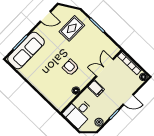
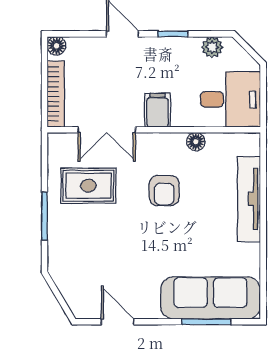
rug: (72, 28) -> (88, 186), moved
tv unit: (44, 90) -> (249, 199), added

